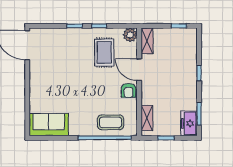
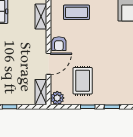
door: (139, 70) -> (48, 64), hinge flipped
armchair: (129, 90) -> (59, 44), turned 180

